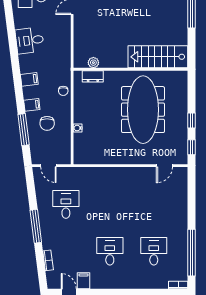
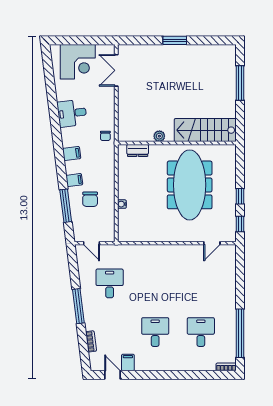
plant: (93, 63) -> (159, 136), moved
chair: (63, 91) -> (105, 136), moved

